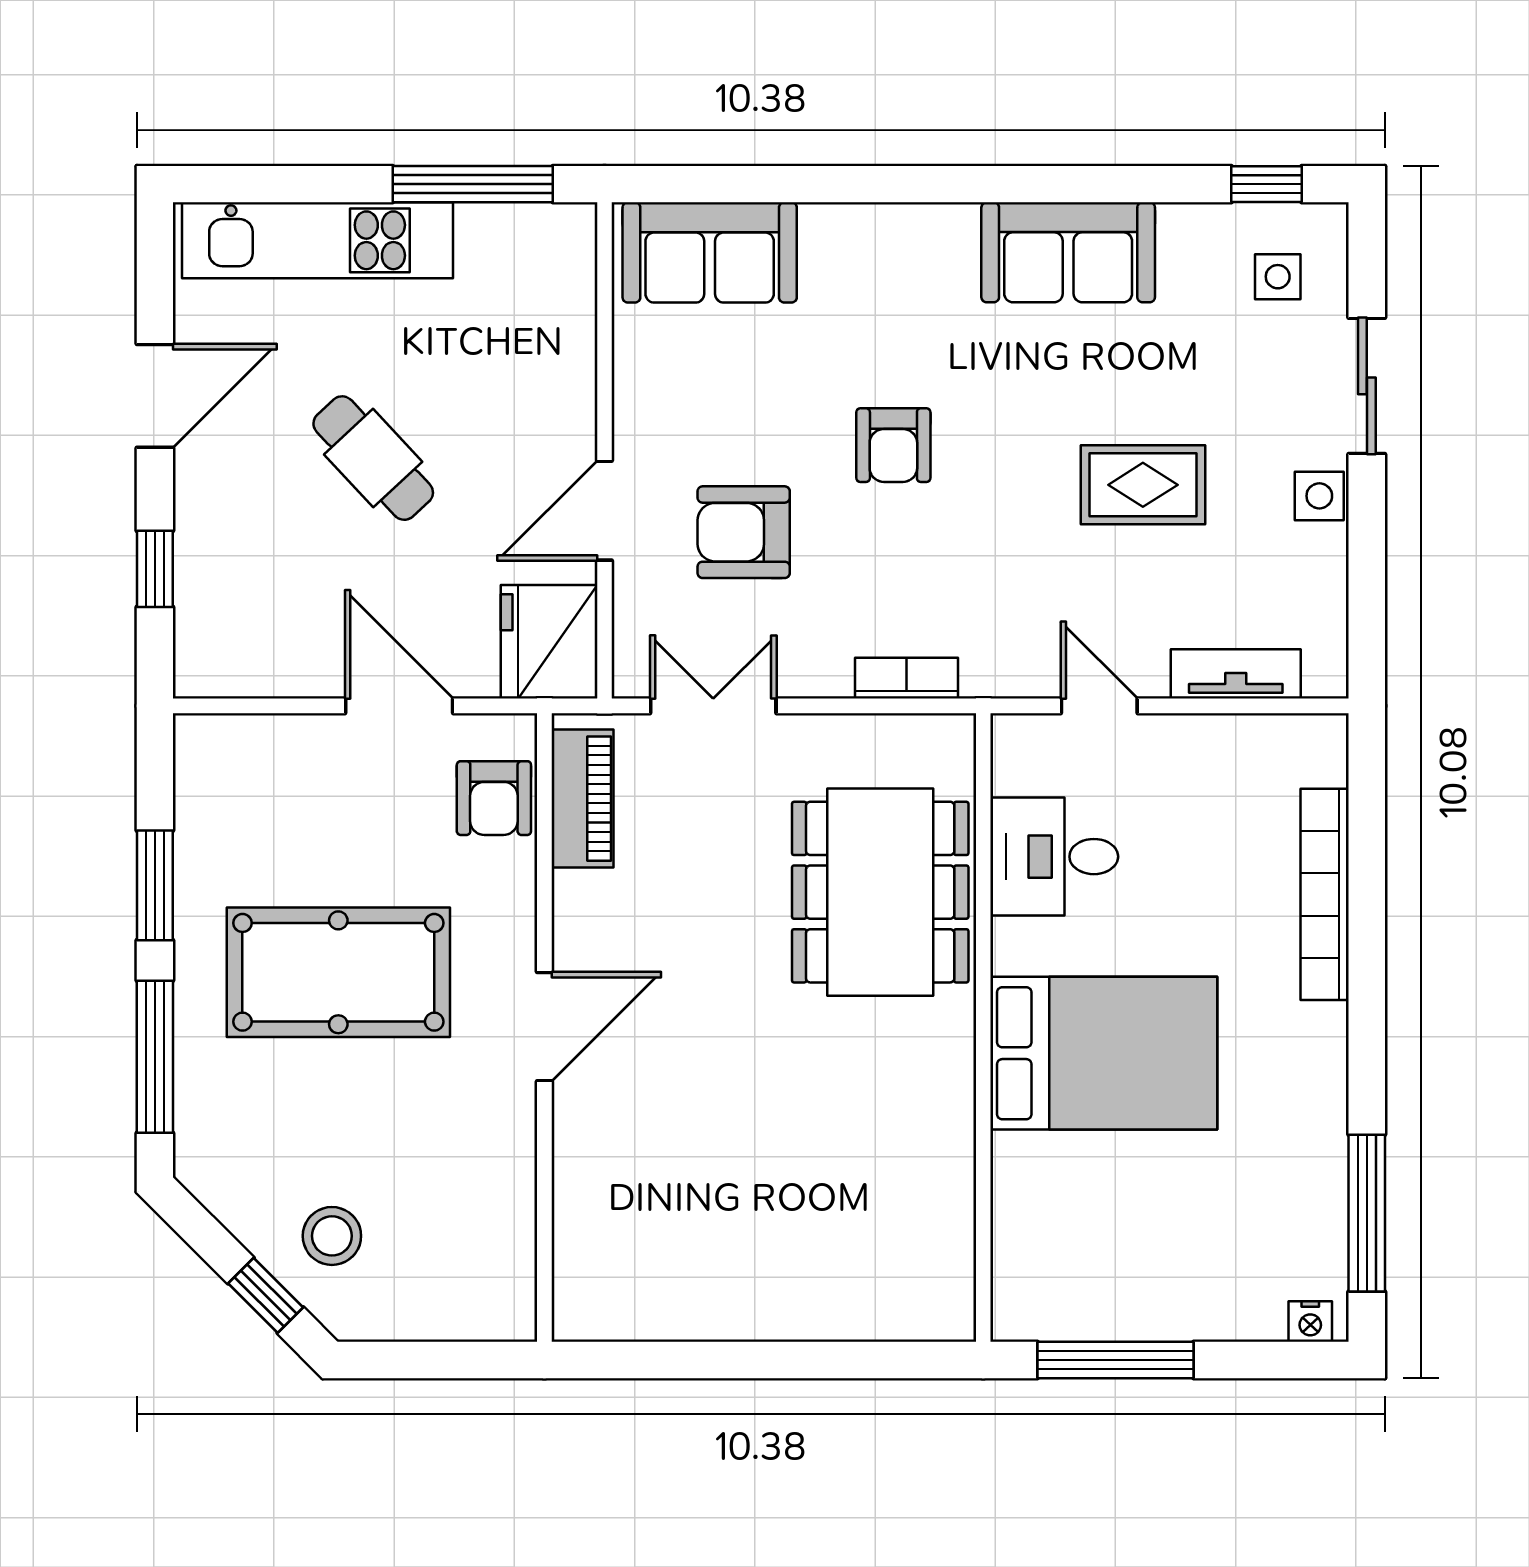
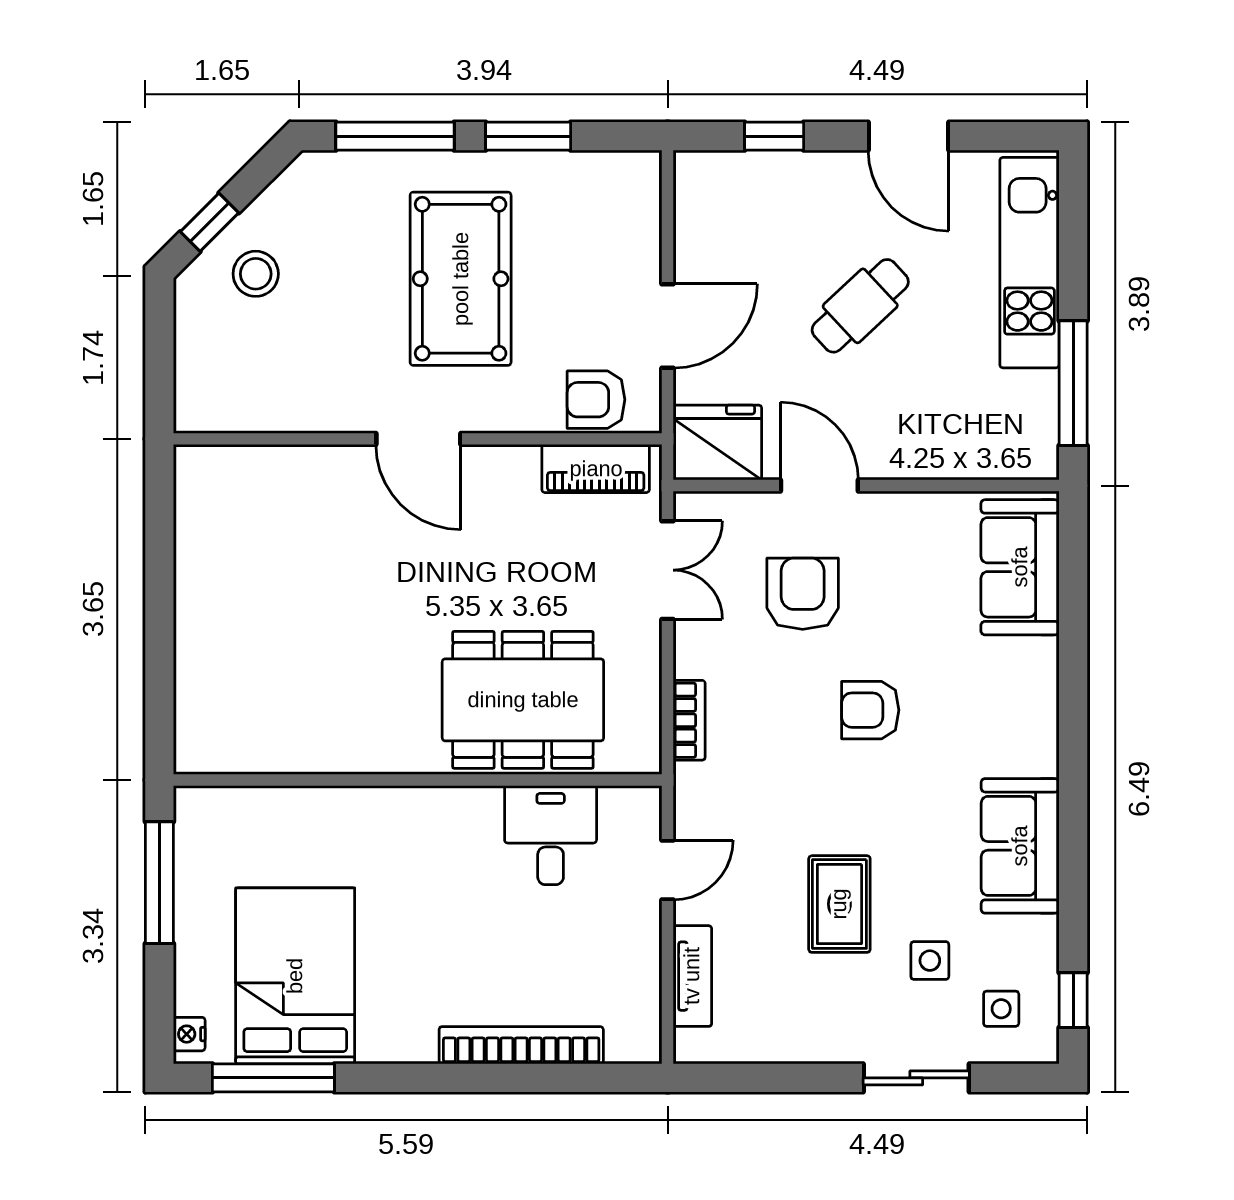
side table: (1319, 496) -> (930, 961), moved
bed: (1104, 1053) -> (295, 976), moved, turned 180

